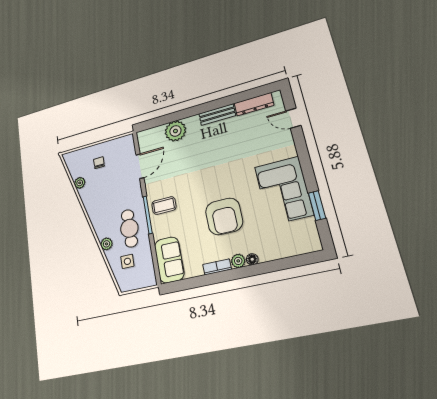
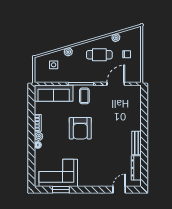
plant: (175, 131) -> (134, 113), removed
door: (140, 166) -> (116, 84), swing flipped
corner sofa: (284, 191) -> (58, 173), moved
armchair: (224, 216) -> (80, 128), moved, turned -90
cafe table: (129, 228) -> (99, 55), moved
sofa: (169, 260) -> (54, 93), width x1.36

